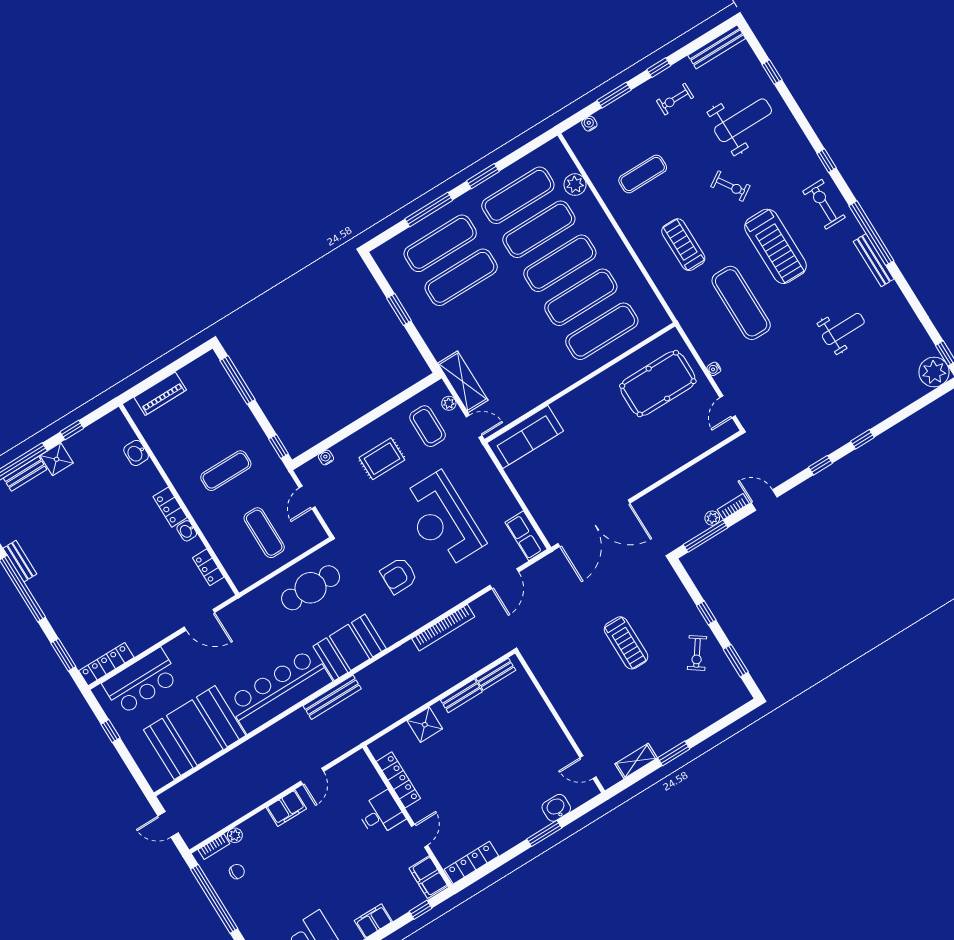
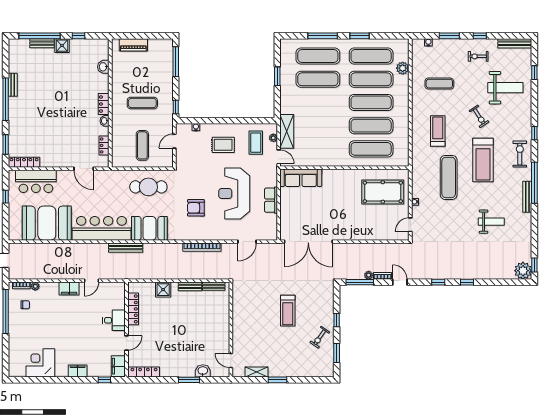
row of seats: (526, 536) -> (271, 200), moved

